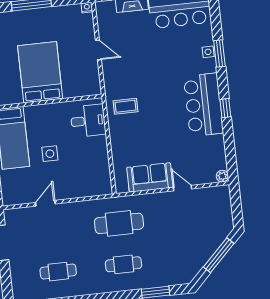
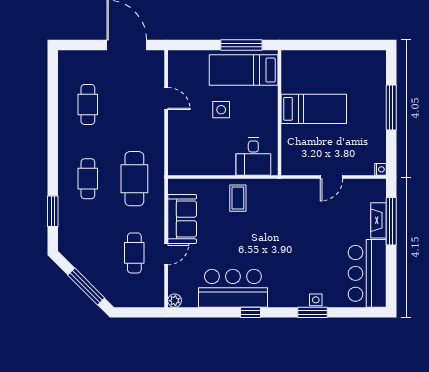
bed: (40, 72) -> (314, 109), width x0.67
bar counter: (204, 105) -> (233, 288), moved
coffee table: (126, 106) -> (238, 198), moved
cafe table: (184, 216) -> (134, 253), added

